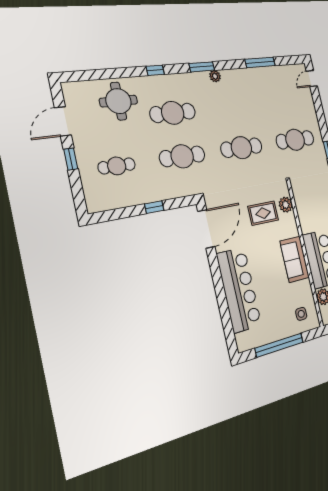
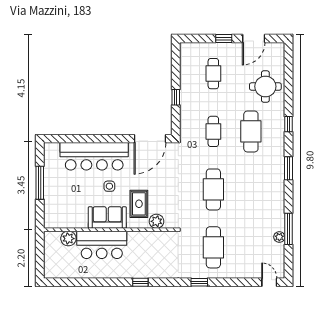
plant: (215, 76) -> (279, 237), moved
door: (63, 121) -> (254, 39), swing flipped
cafe table: (182, 156) -> (213, 131), width x0.73, depth x0.74
rug: (263, 213) -> (139, 204), moved
door: (206, 229) -> (150, 139), hinge flipped
side table: (301, 314) -> (109, 186), moved
window: (279, 345) -> (40, 183), width x0.68

